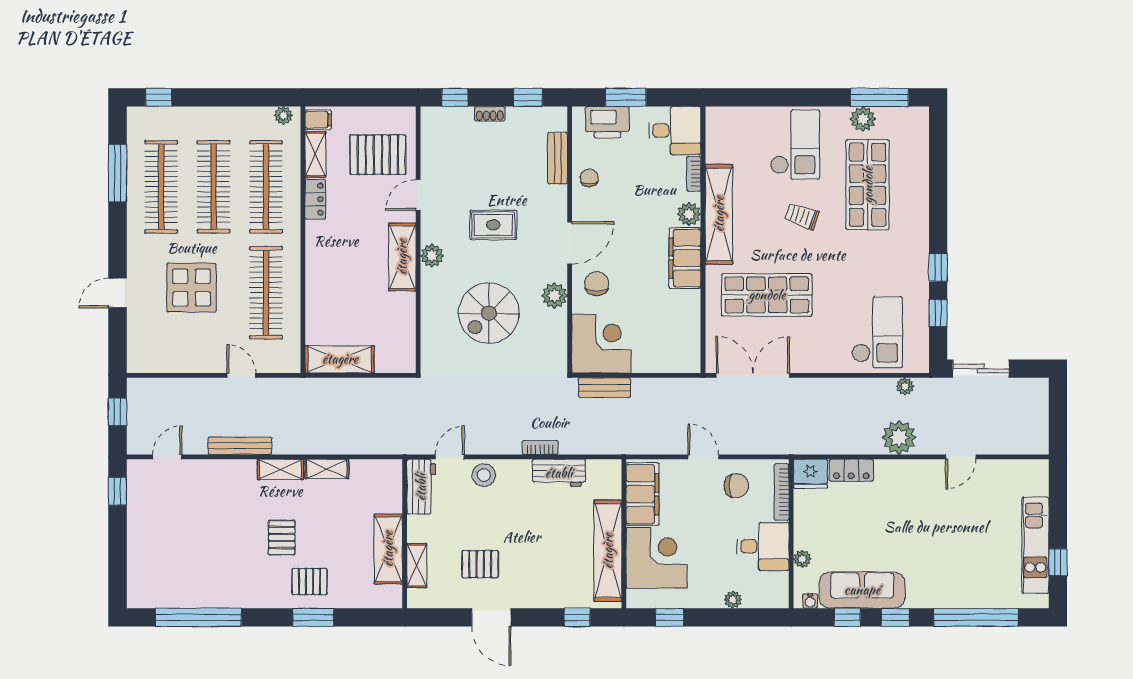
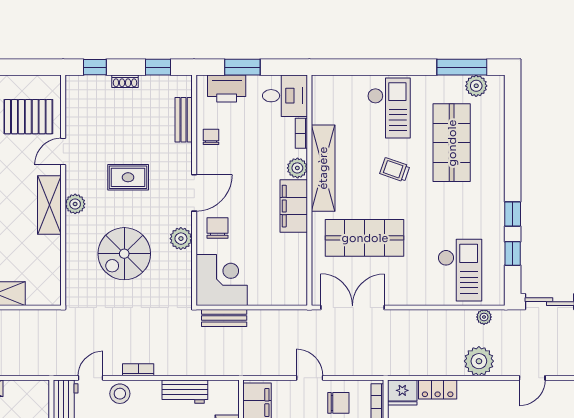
plant: (863, 119) -> (476, 86), moved
bookcase: (540, 447) -> (138, 370), moved

